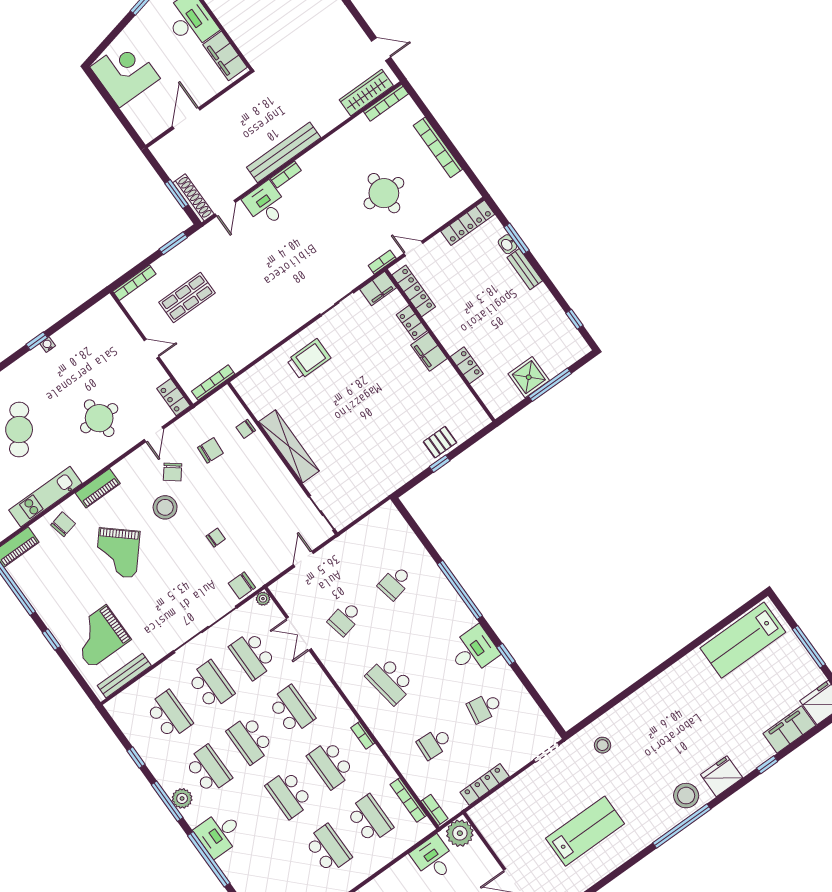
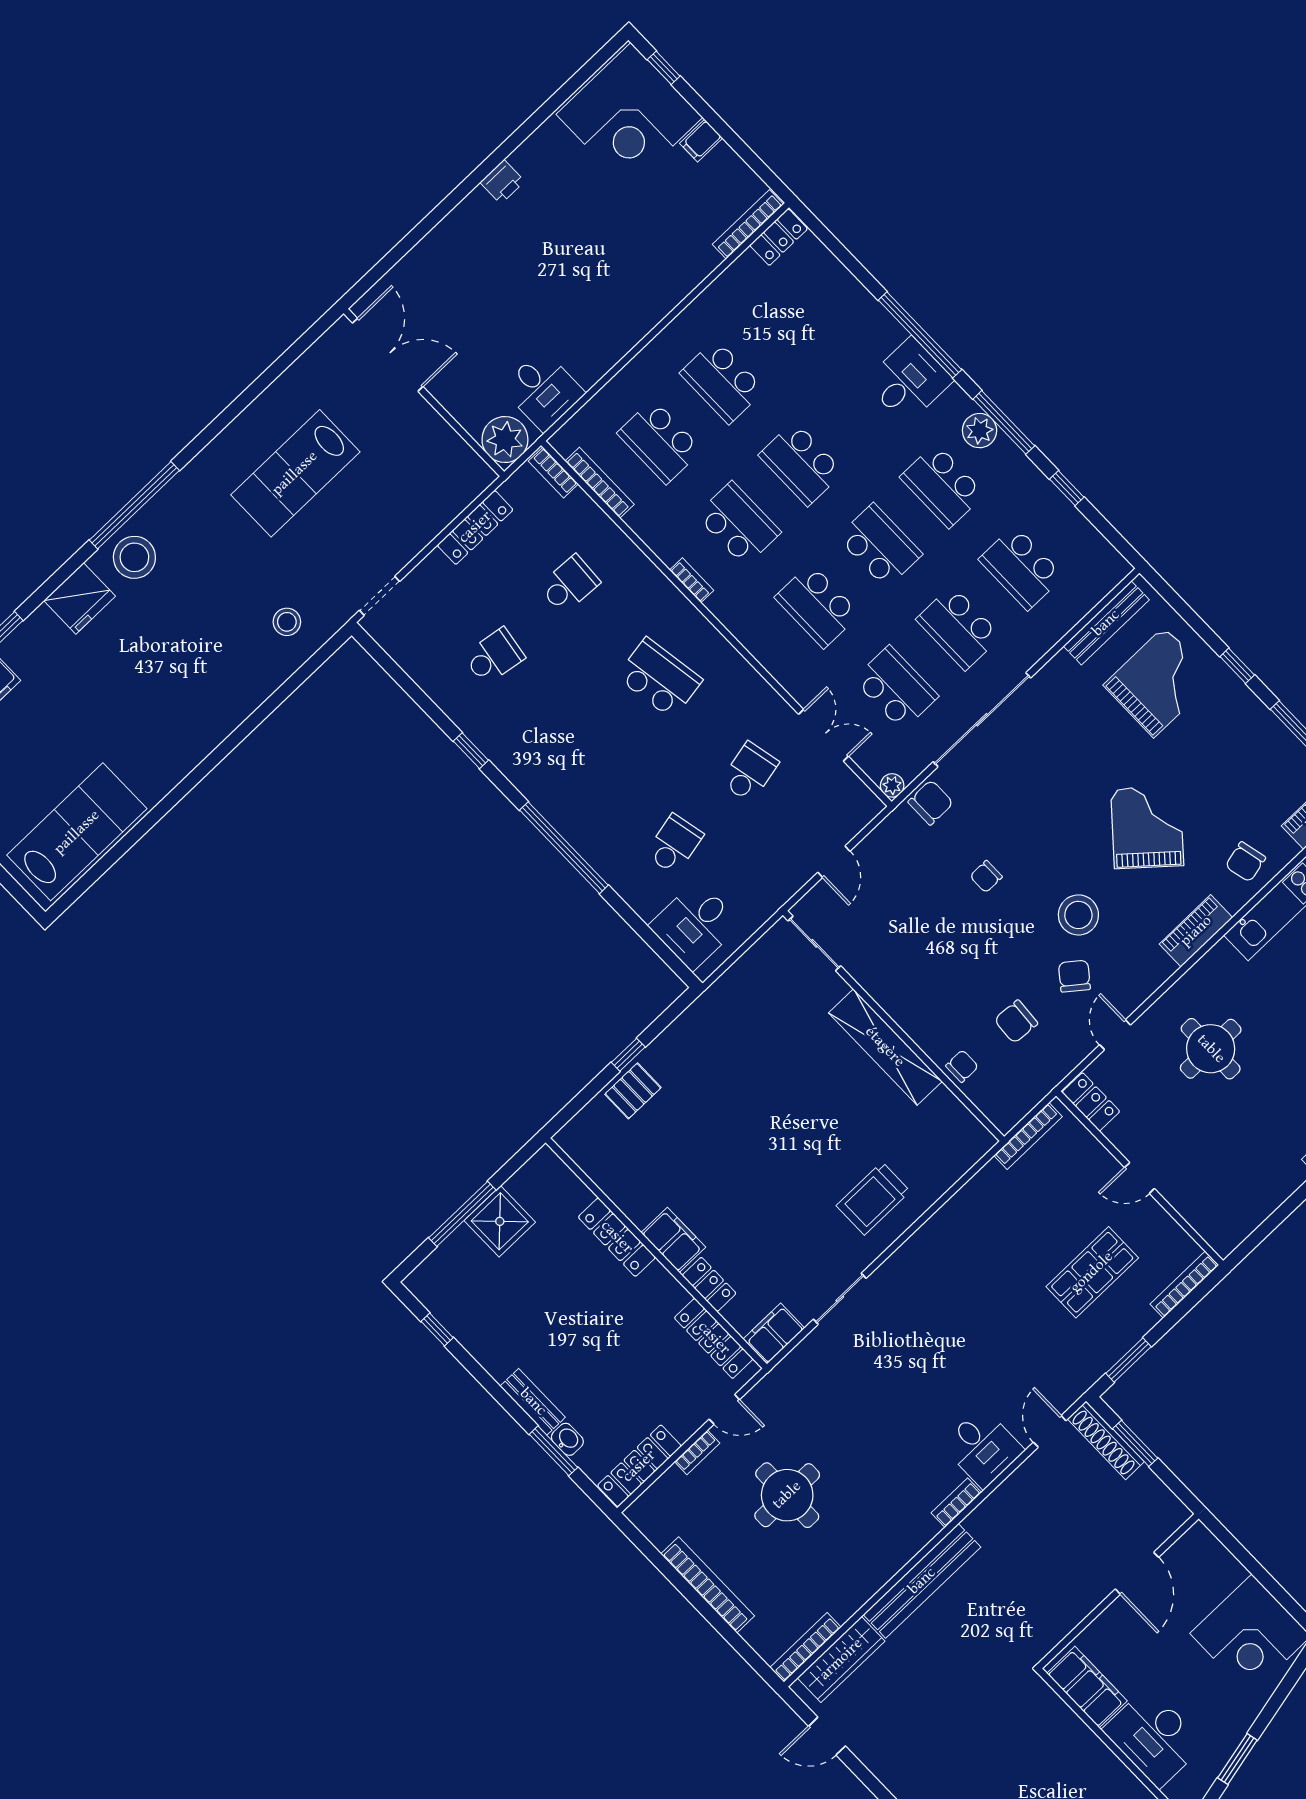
bench: (284, 152) -> (922, 1581), moved
bookcase: (382, 262) -> (697, 1452), moved
locker: (467, 365) -> (617, 1237), width x1.53
desk: (473, 651) -> (695, 925), moved
school desk: (289, 794) -> (801, 464), turned 180

